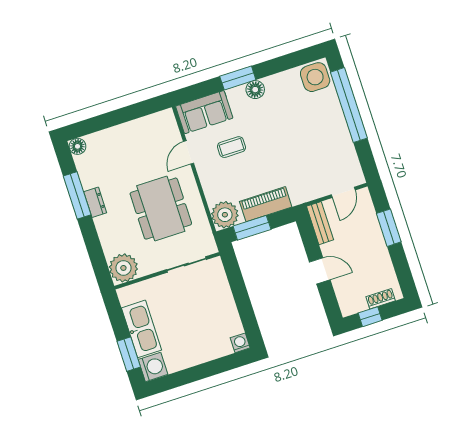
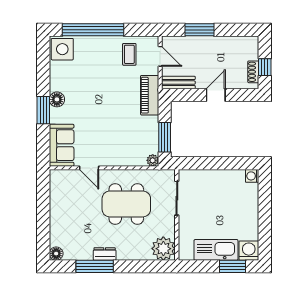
coffee table: (231, 147) -> (129, 54), moved
piano: (266, 204) -> (150, 95), moved
plant: (225, 215) -> (153, 160), width x0.53, depth x0.53
shoe rack: (381, 299) -> (253, 72), moved

